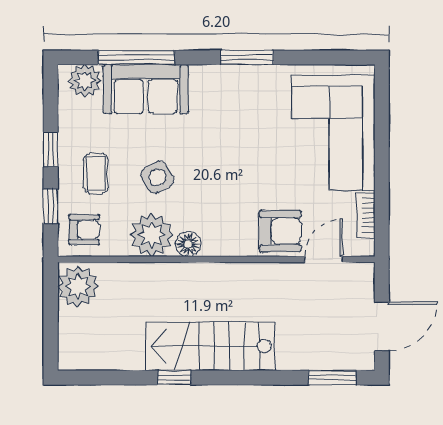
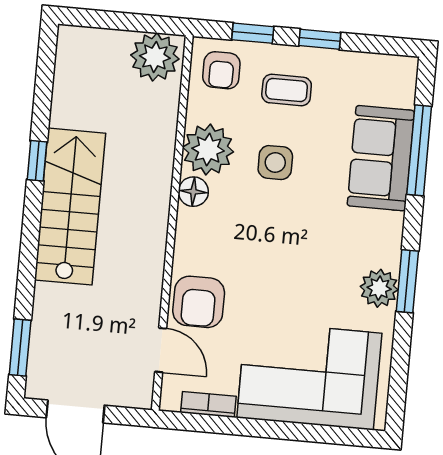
plant: (85, 81) -> (379, 288), moved
side table: (157, 177) -> (275, 163), turned 30

